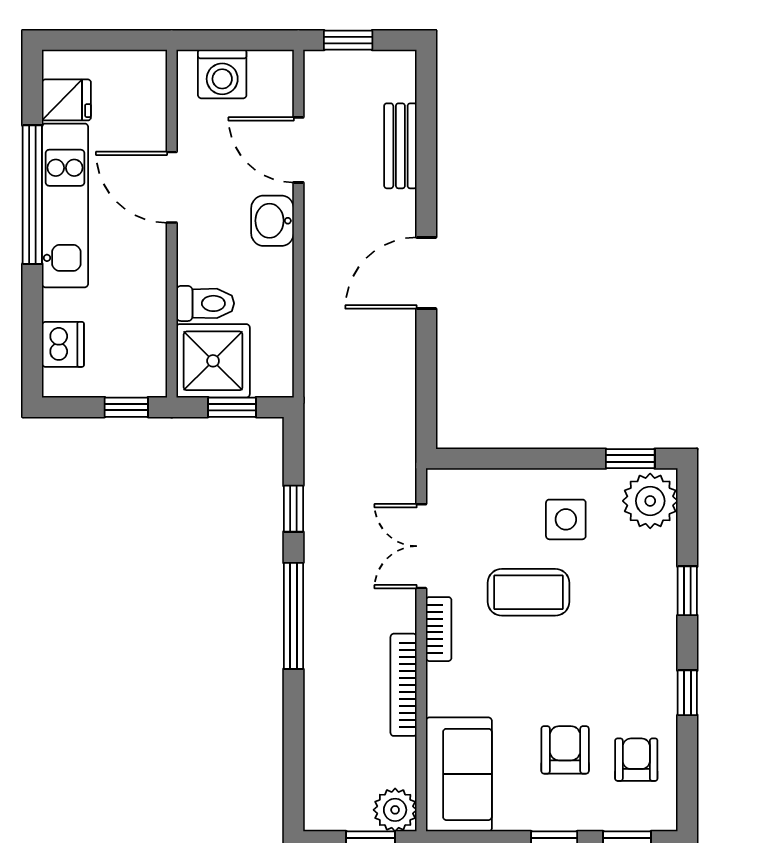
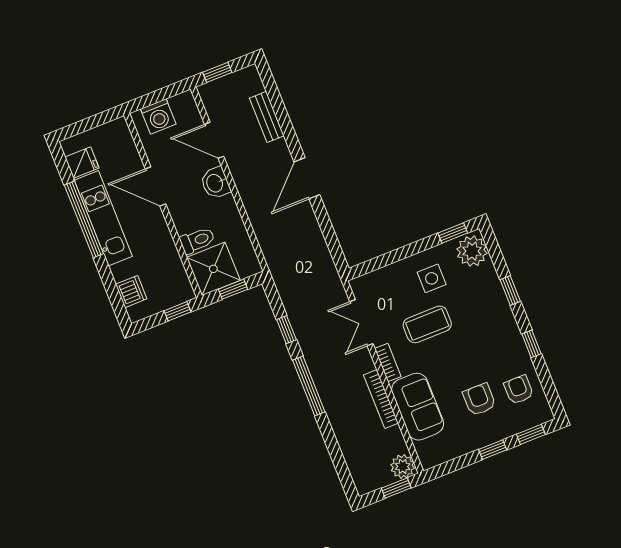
sofa: (459, 774) -> (418, 407), moved

